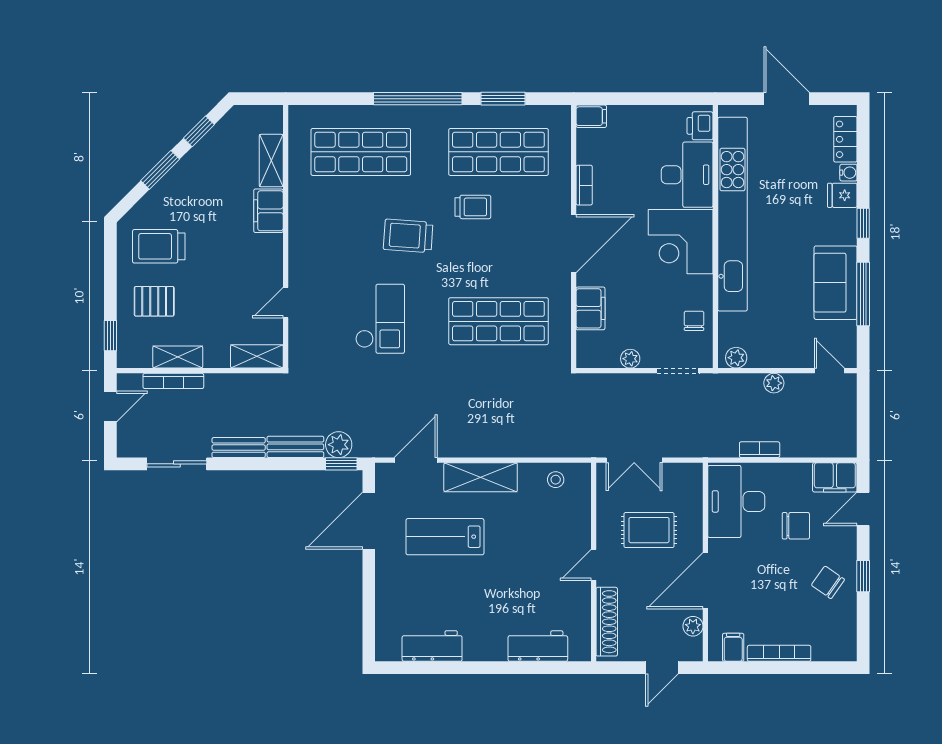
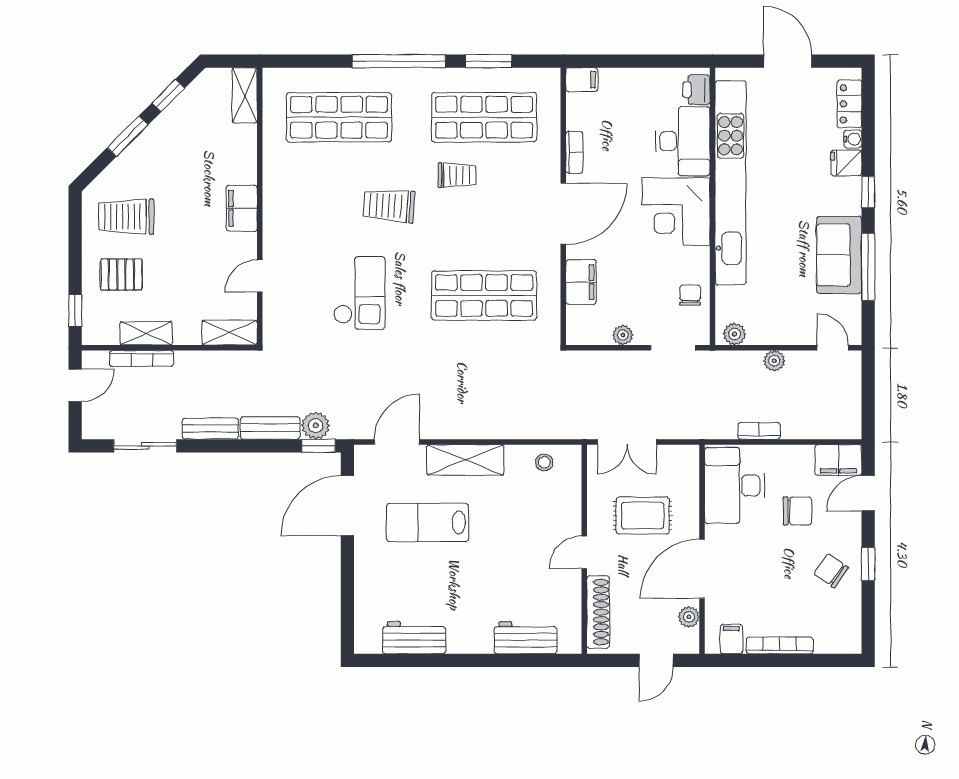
shelving: (271, 161) -> (245, 95), moved
filing cabinet: (268, 211) -> (242, 208), moved

